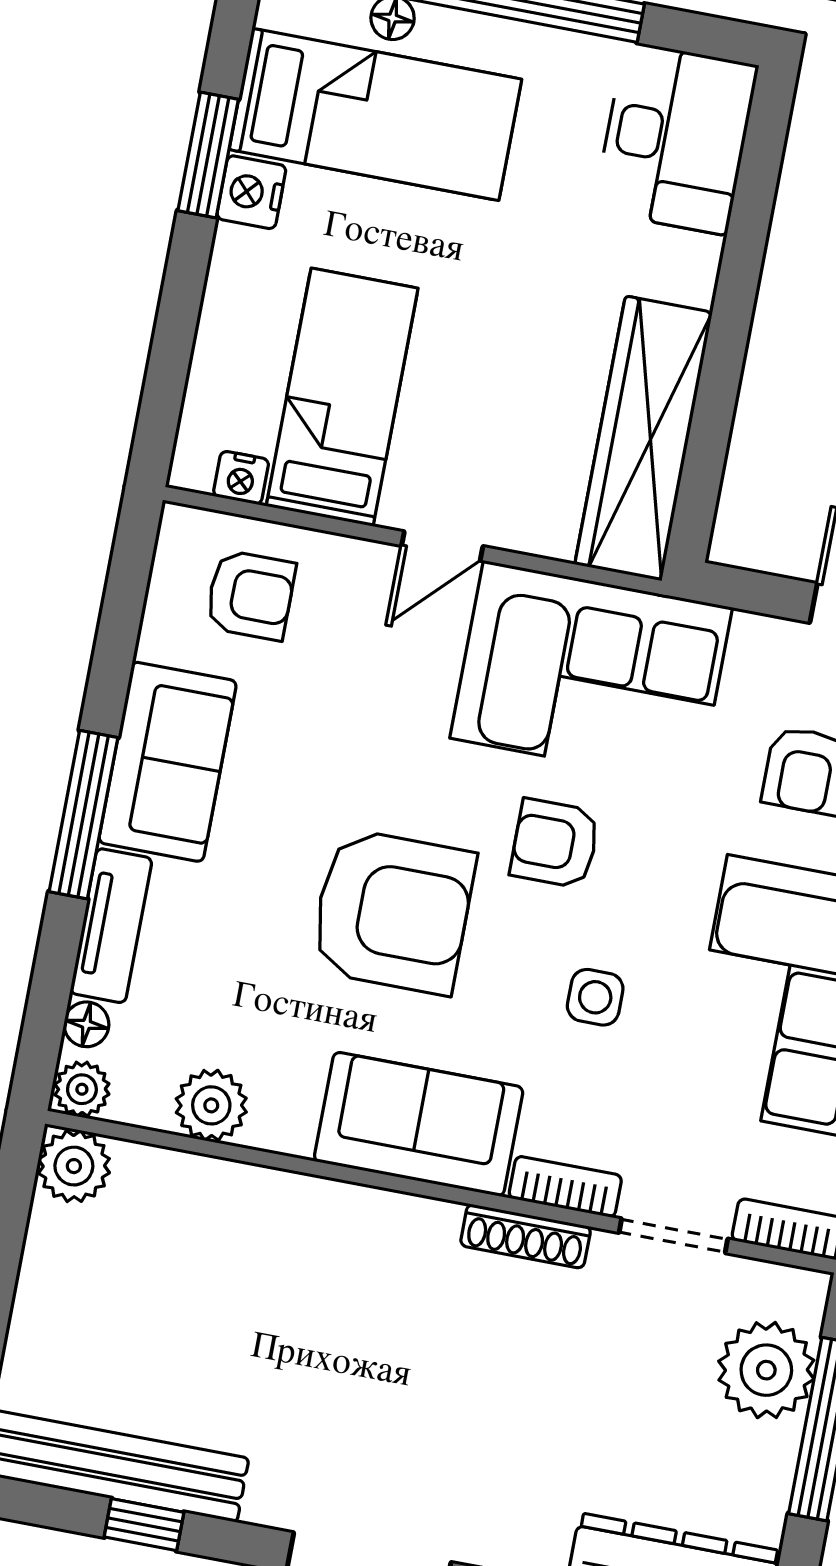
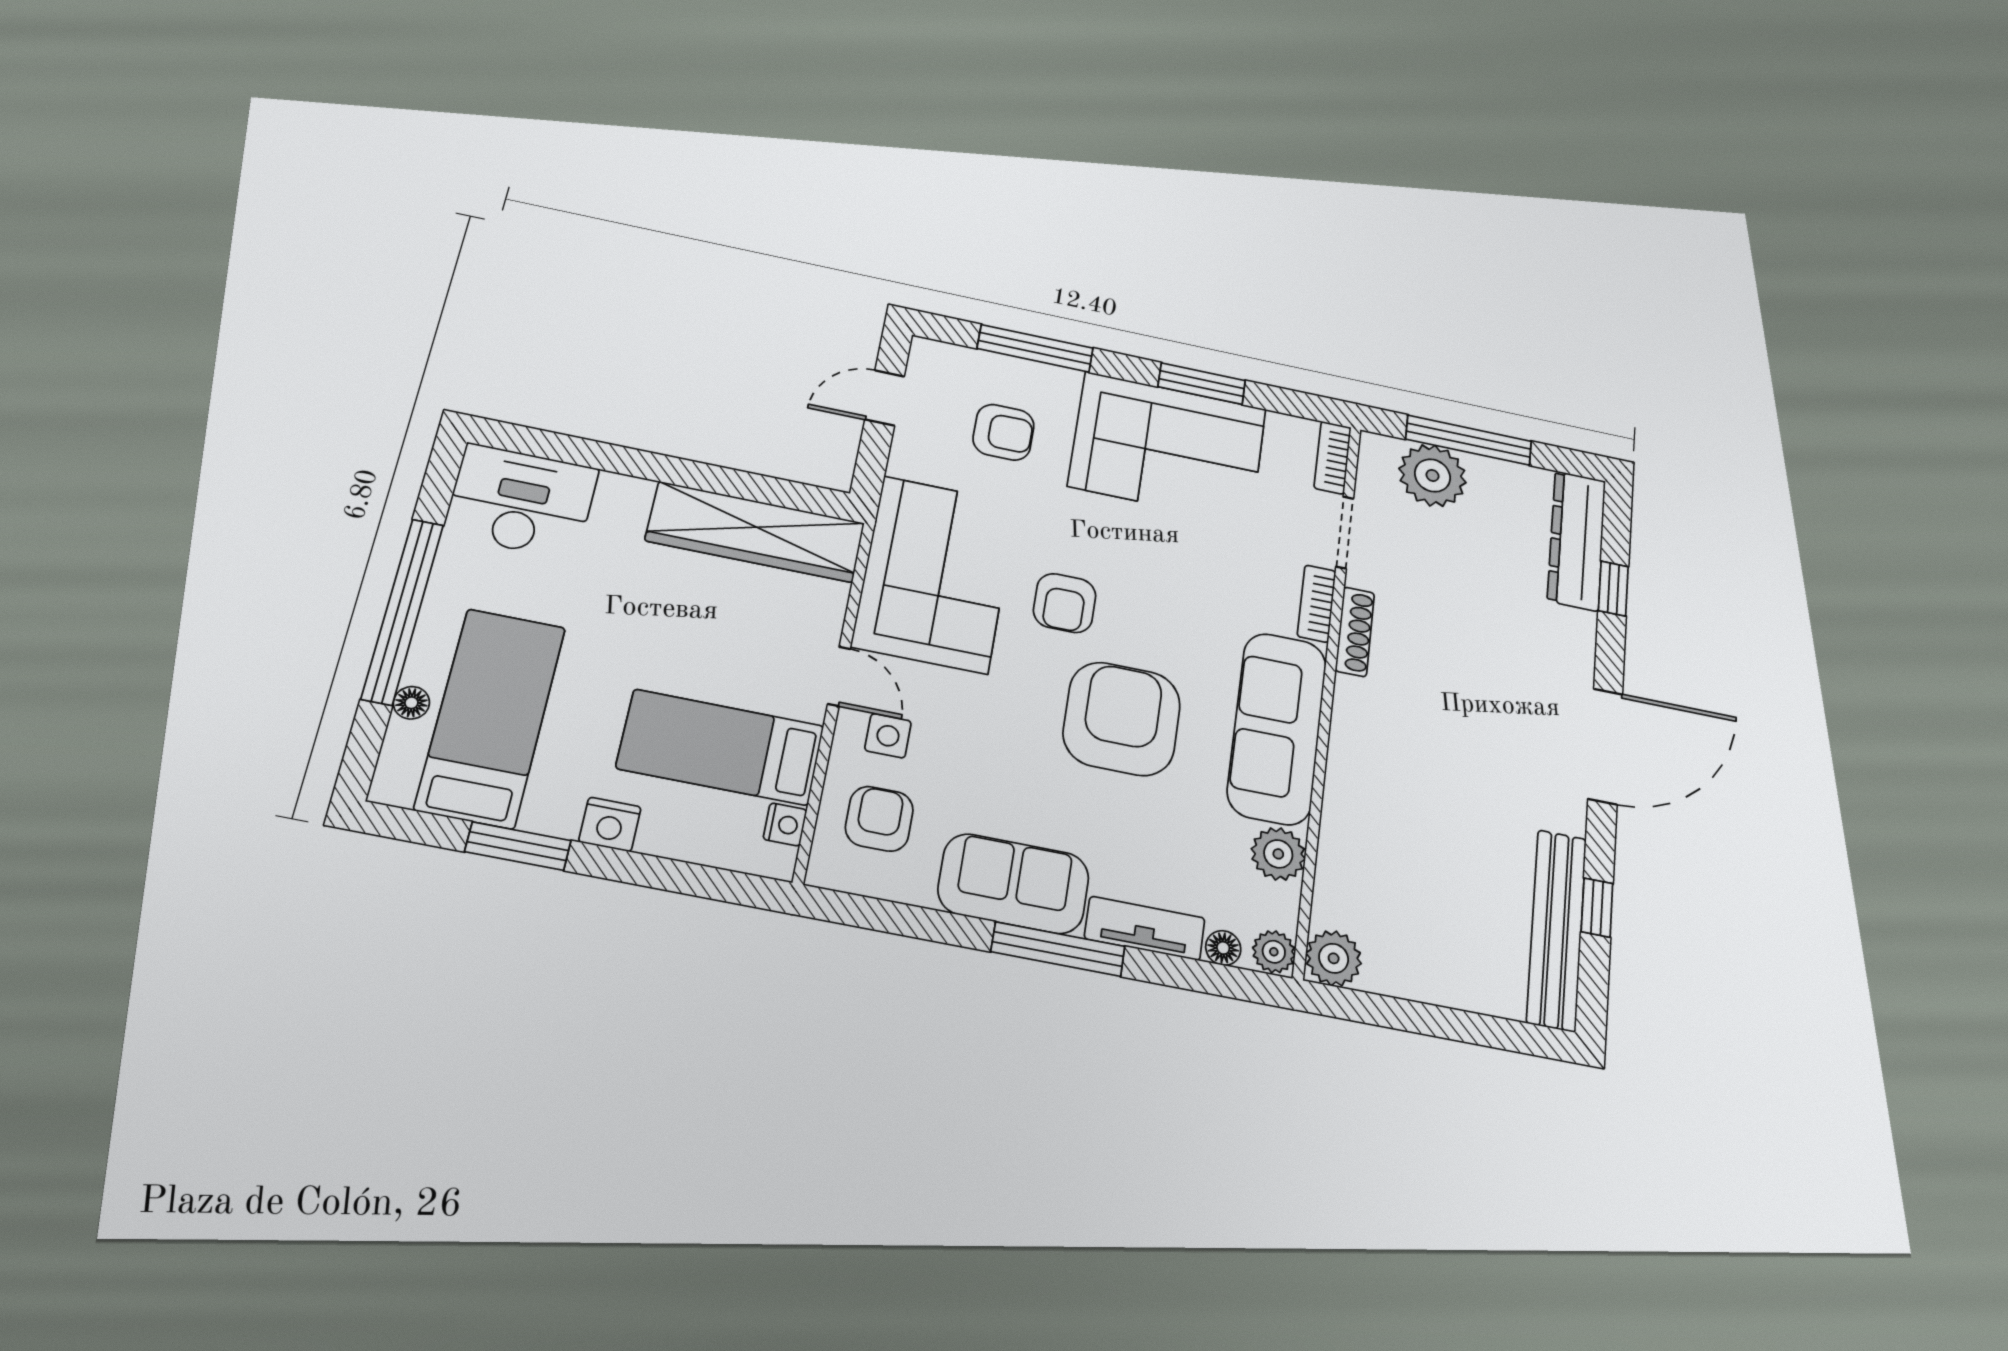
nightstand: (251, 192) -> (610, 824), moved
side table: (595, 997) -> (888, 736), moved
sofa: (419, 1124) -> (1277, 728), width x1.36

